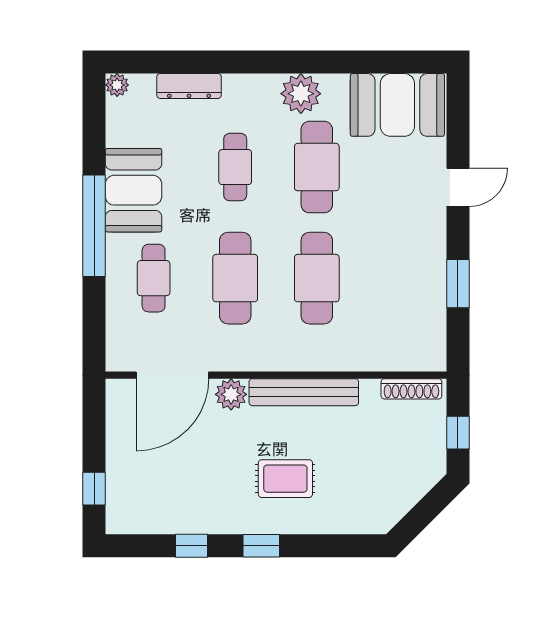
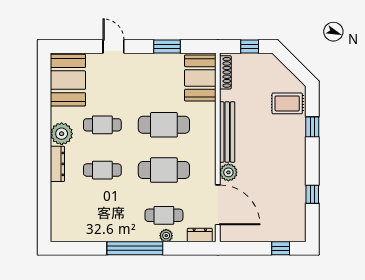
plant: (117, 85) -> (166, 236), moved
dresser: (189, 86) -> (57, 164), moved
cafe table: (317, 167) -> (102, 125), width x0.73, depth x0.74
booth: (134, 190) -> (200, 78), moved, turned 90
dresser: (118, 343) -> (200, 235), added
rug: (285, 479) -> (287, 103), moved, turned 90
window: (261, 546) -> (312, 127), moved

